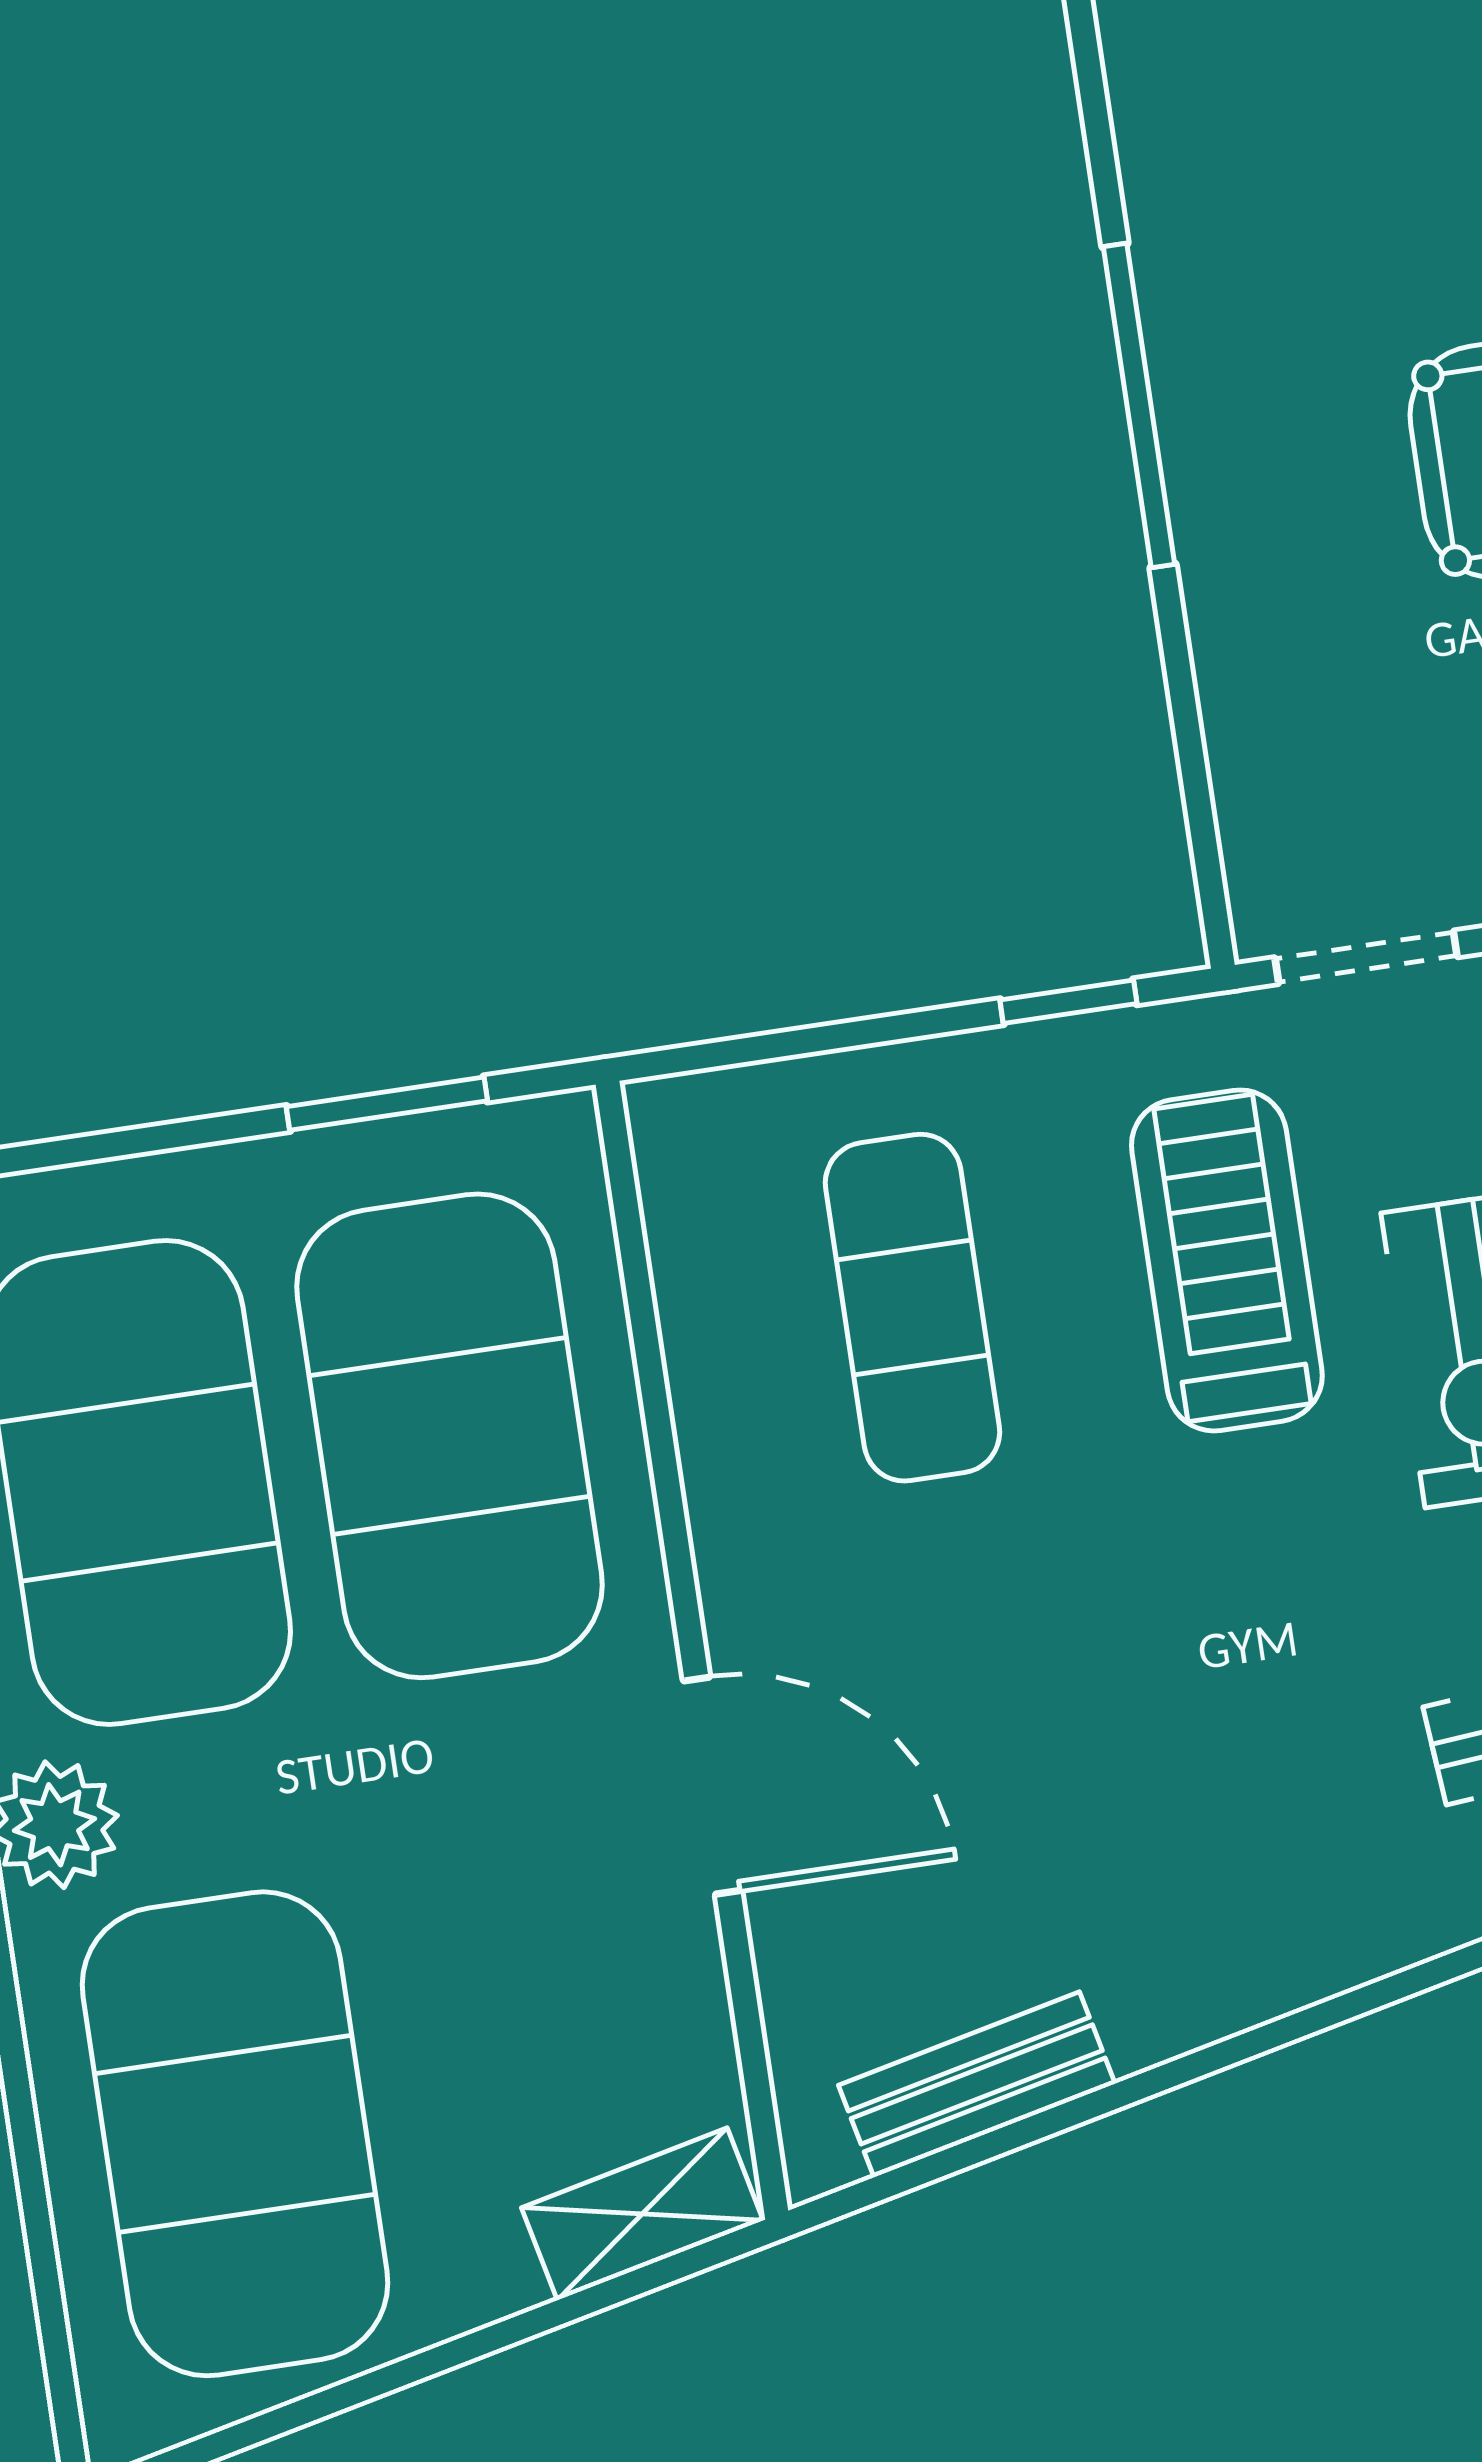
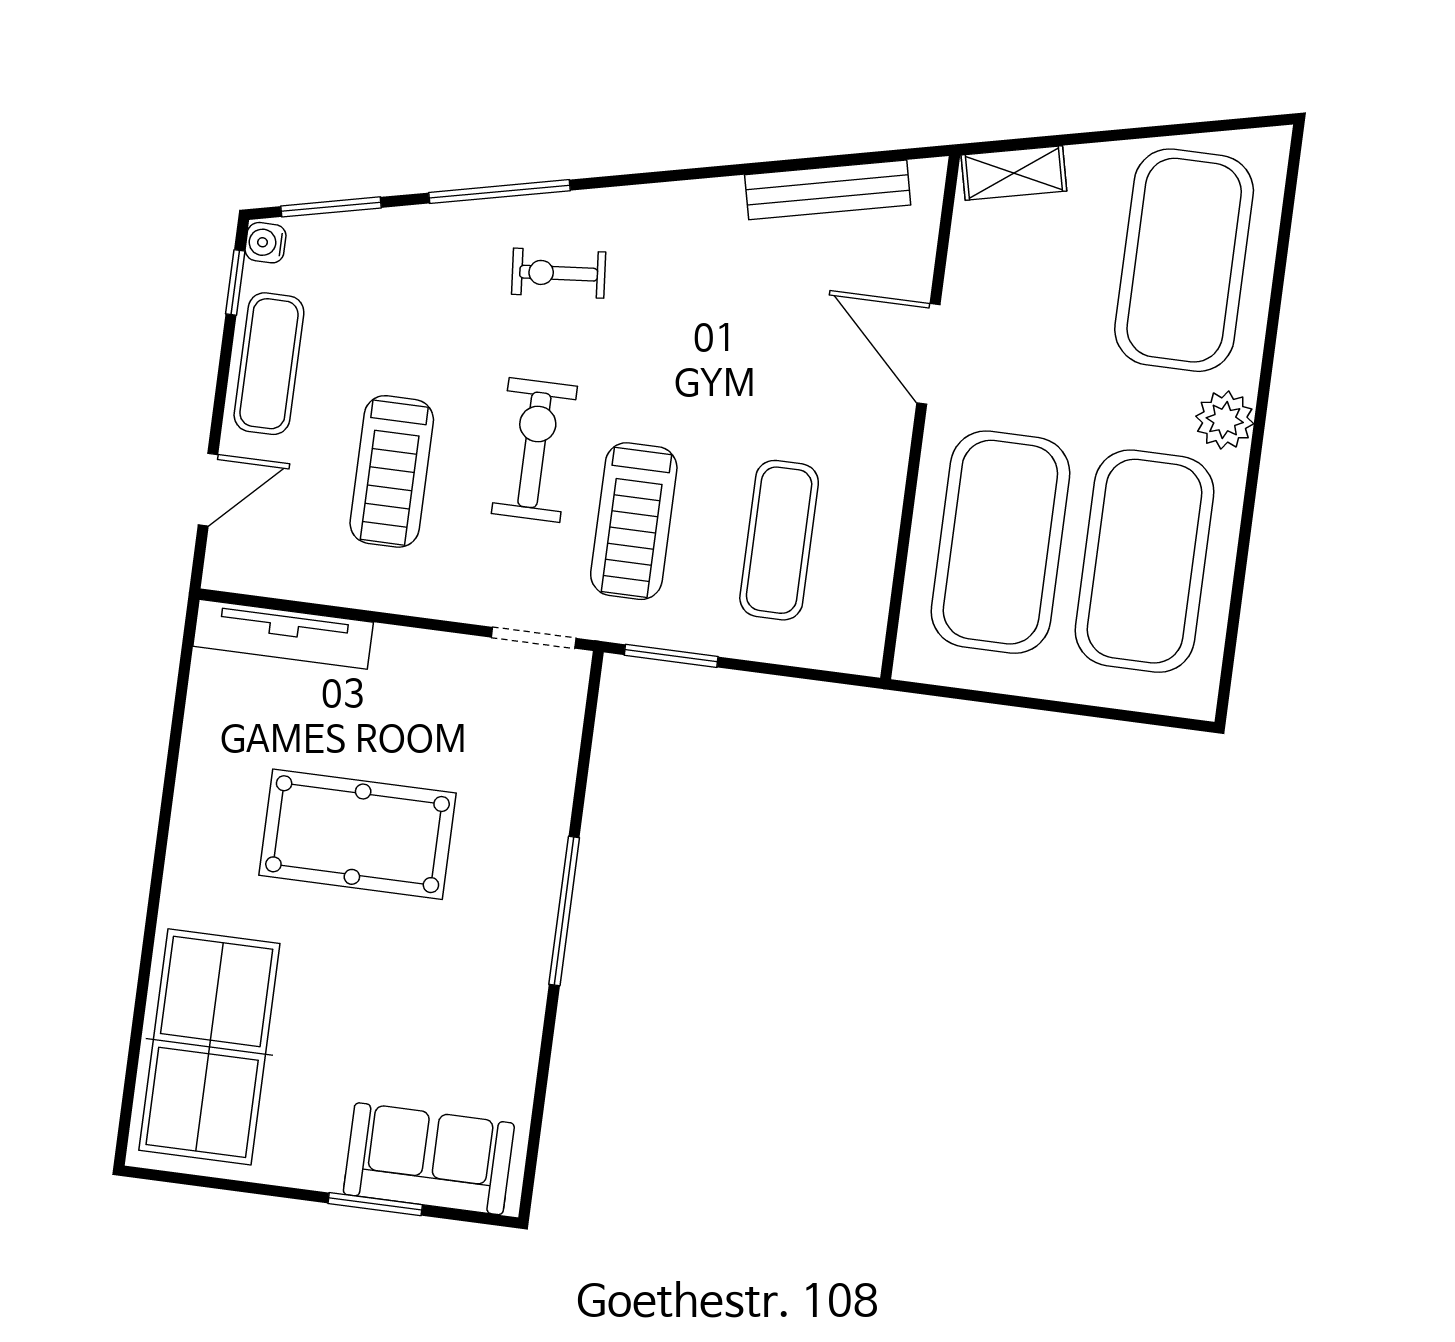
window: (1068, 1002) -> (671, 656), width x1.50
window: (387, 1104) -> (986, 697), removed
bench: (977, 2084) -> (828, 190), width x1.36

